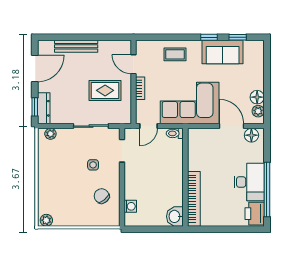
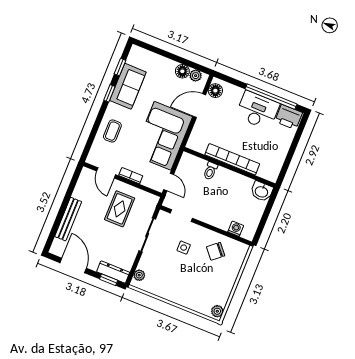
door: (133, 64) -> (106, 173), hinge flipped
toilet: (175, 133) -> (210, 171), moved
bookcase: (194, 199) -> (232, 159), moved

